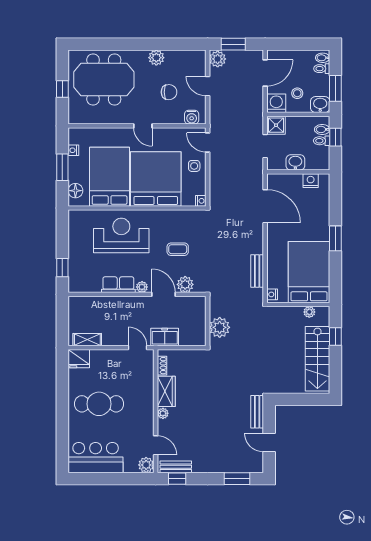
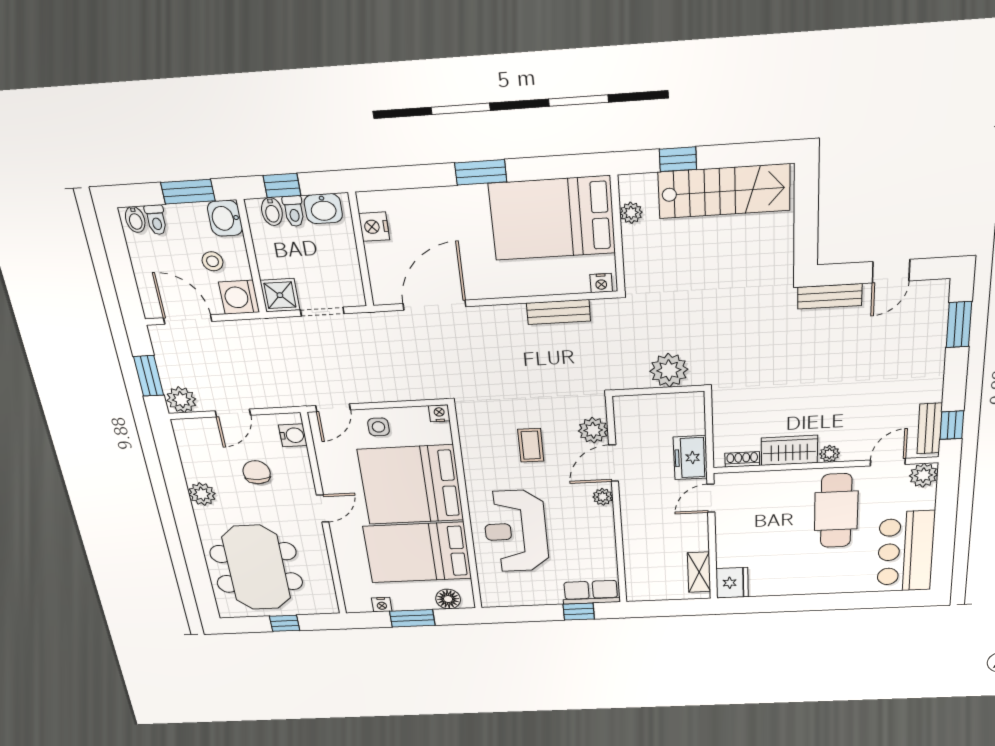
washbasin: (295, 162) -> (323, 209), moved, turned -90
row of seats: (118, 285) -> (591, 592), moved, turned 90
cafe table: (99, 404) -> (836, 511), moved

